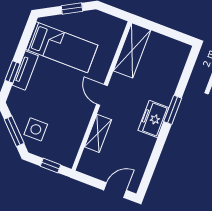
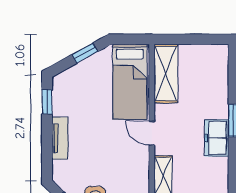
bed: (62, 47) -> (130, 82), moved, turned 90
window: (13, 72) -> (47, 102), moved

